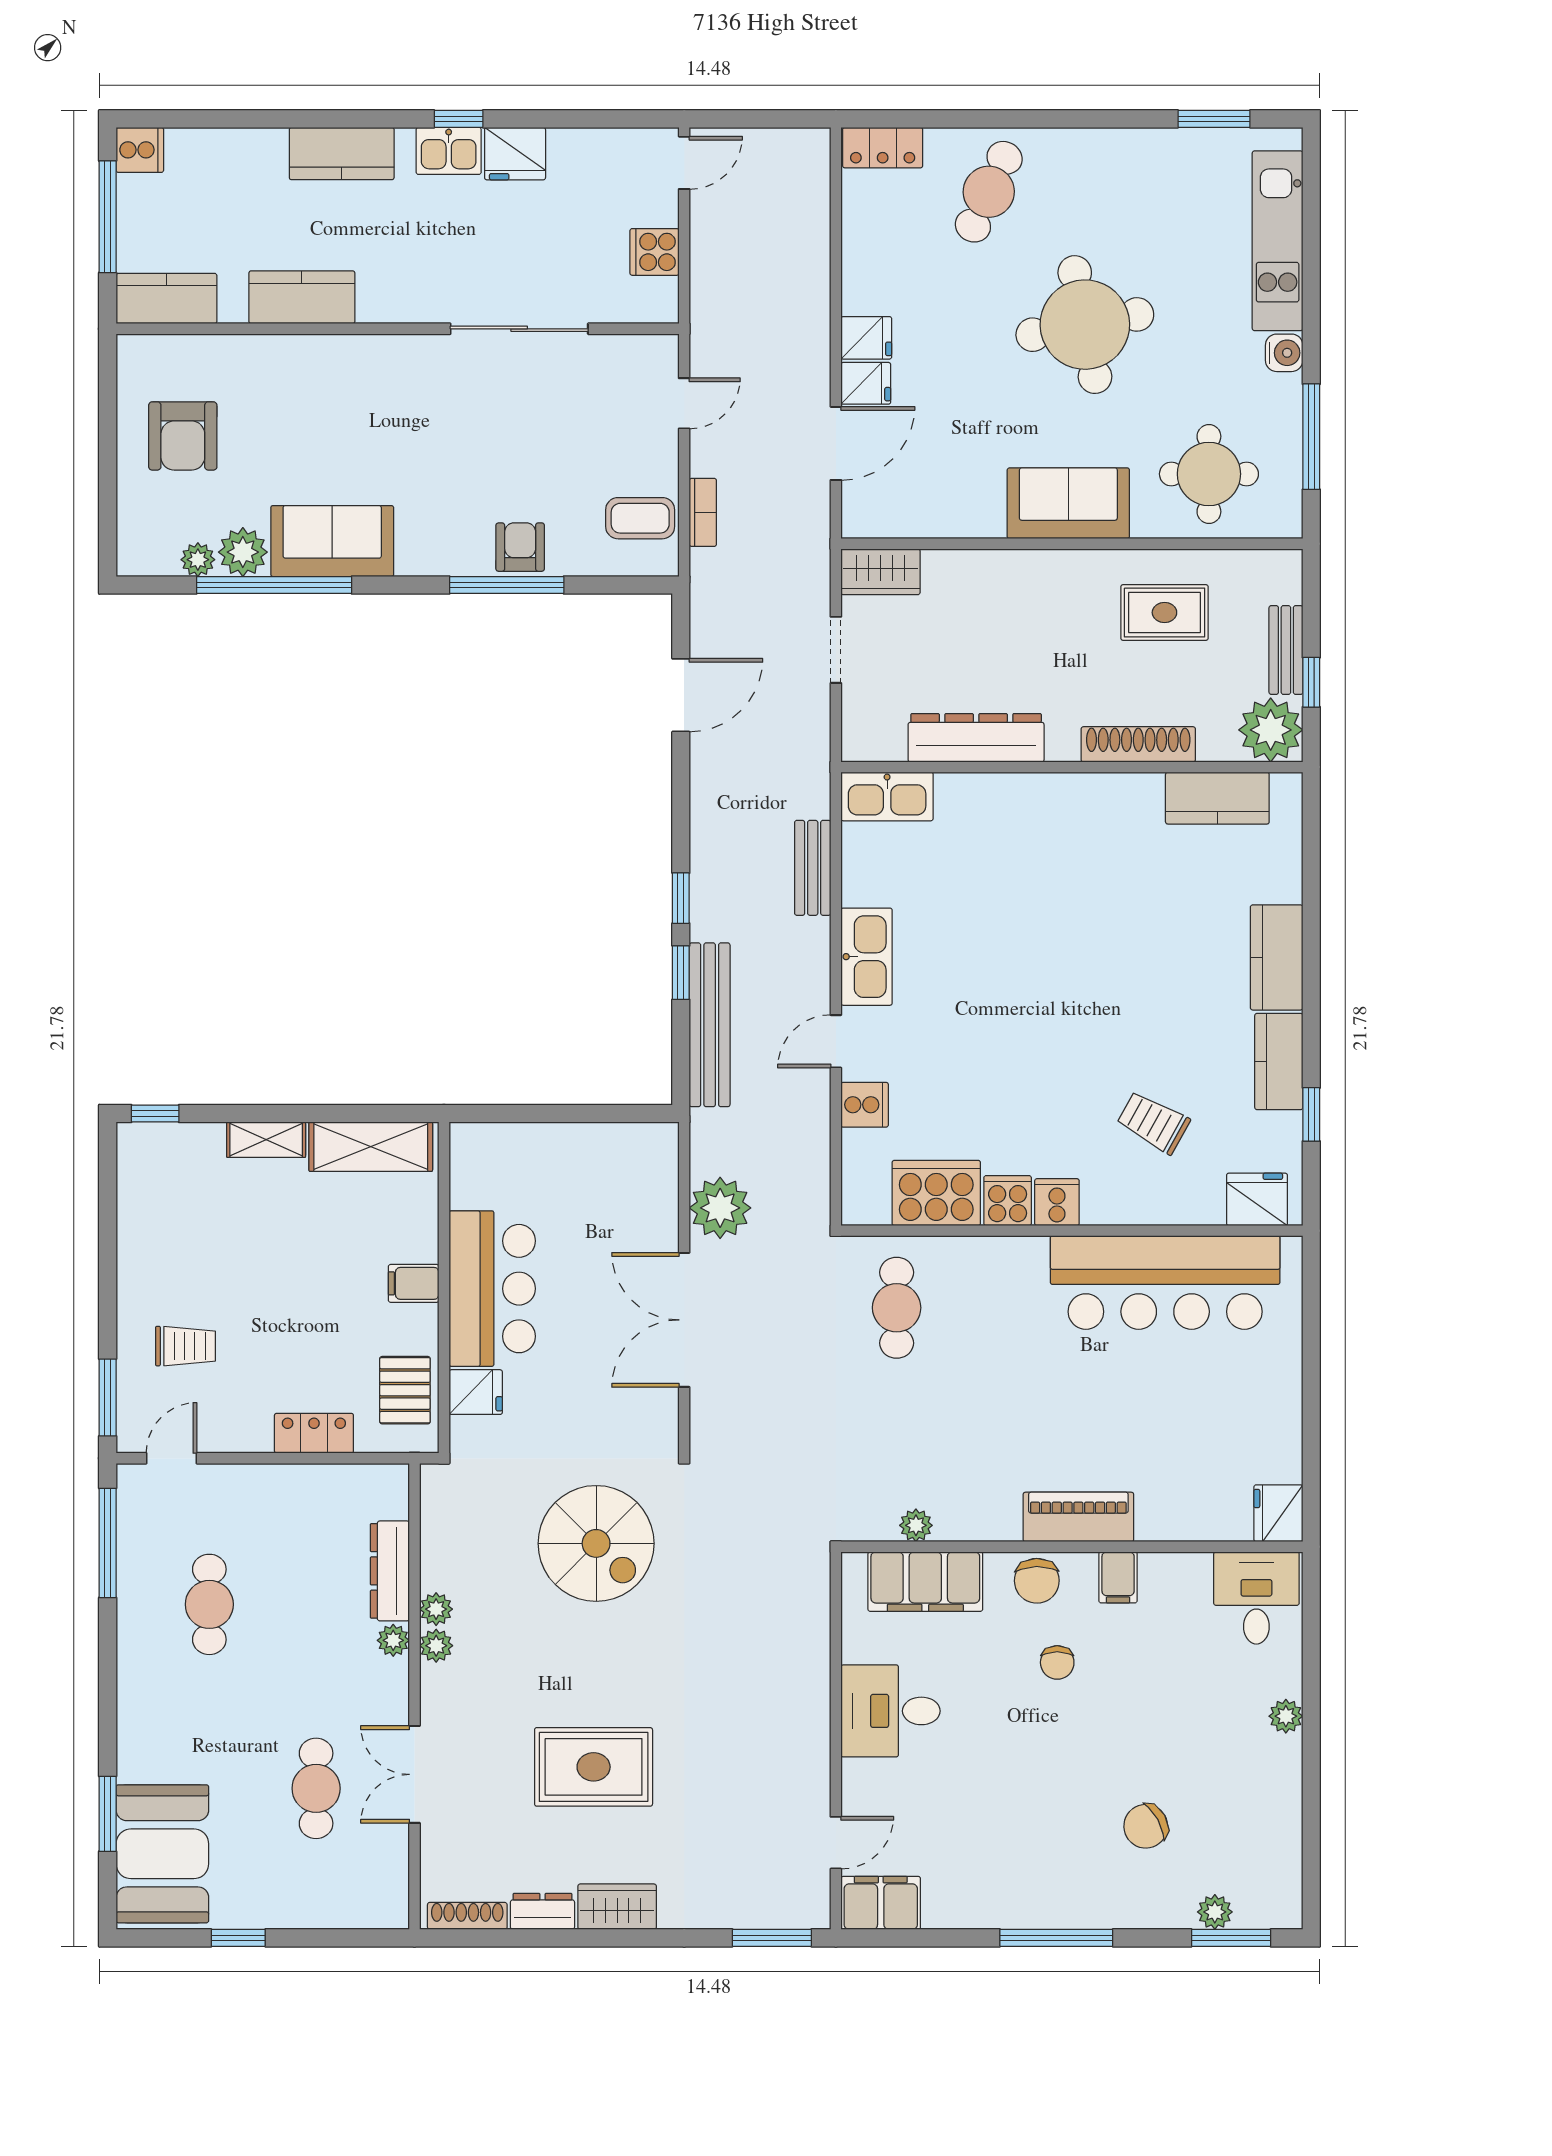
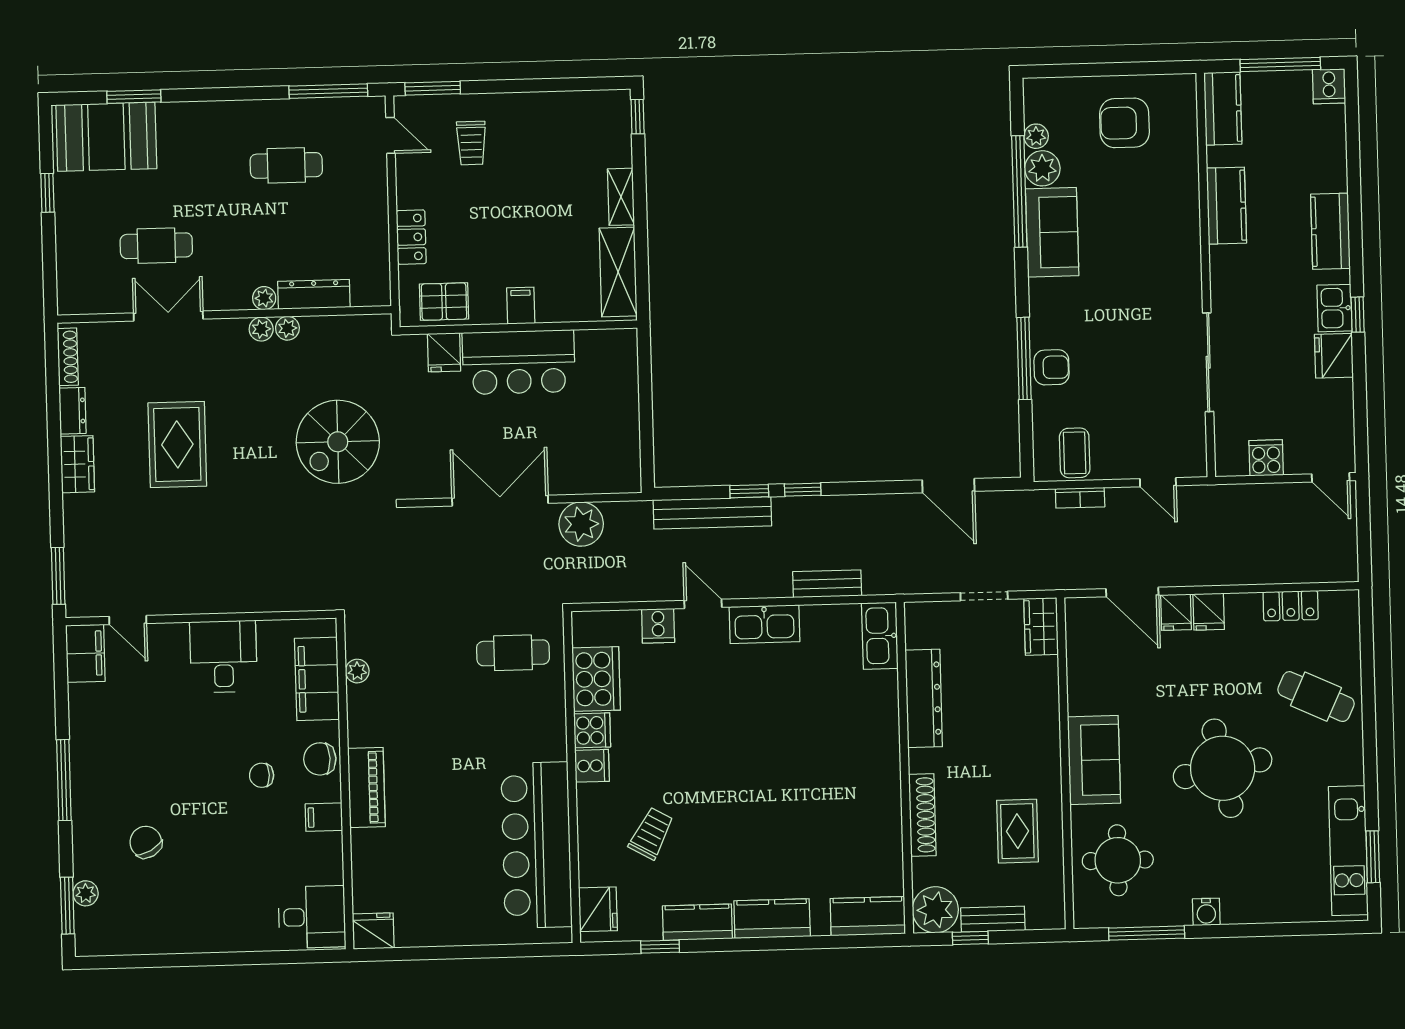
locker: (883, 148) -> (1291, 606), moved, turned -90
kitchen unit: (1278, 241) -> (1348, 851), moved, turned -90
kitchen counter: (1217, 798) -> (868, 916), moved, turned 90
plant: (1286, 1716) -> (228, 940), removed

